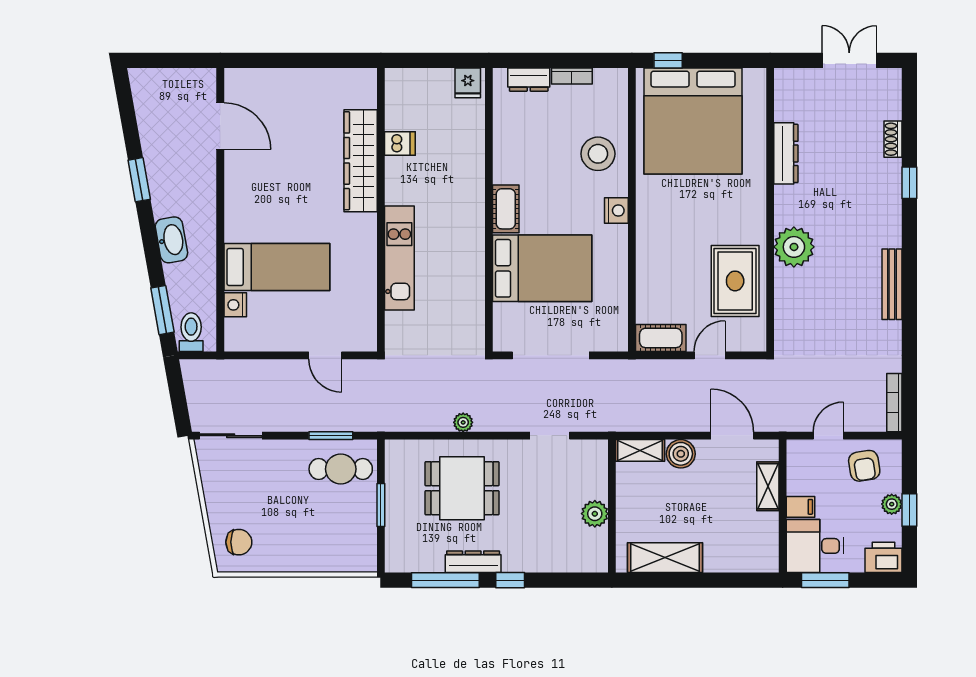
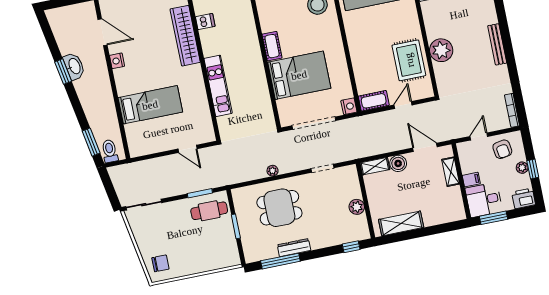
nightstand: (616, 211) -> (349, 106), moved
washbasin: (171, 240) -> (74, 66), moved
plant: (794, 247) -> (441, 50), moved
nightstand: (235, 305) -> (117, 61), moved
window: (510, 580) -> (351, 247), moved

